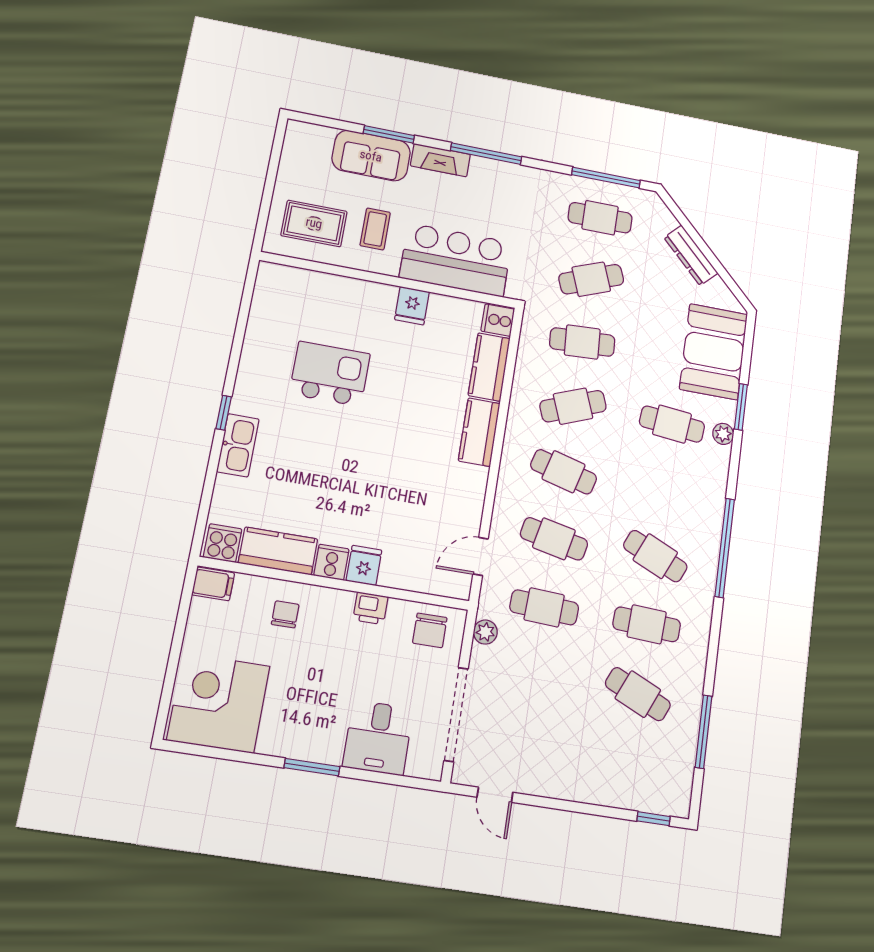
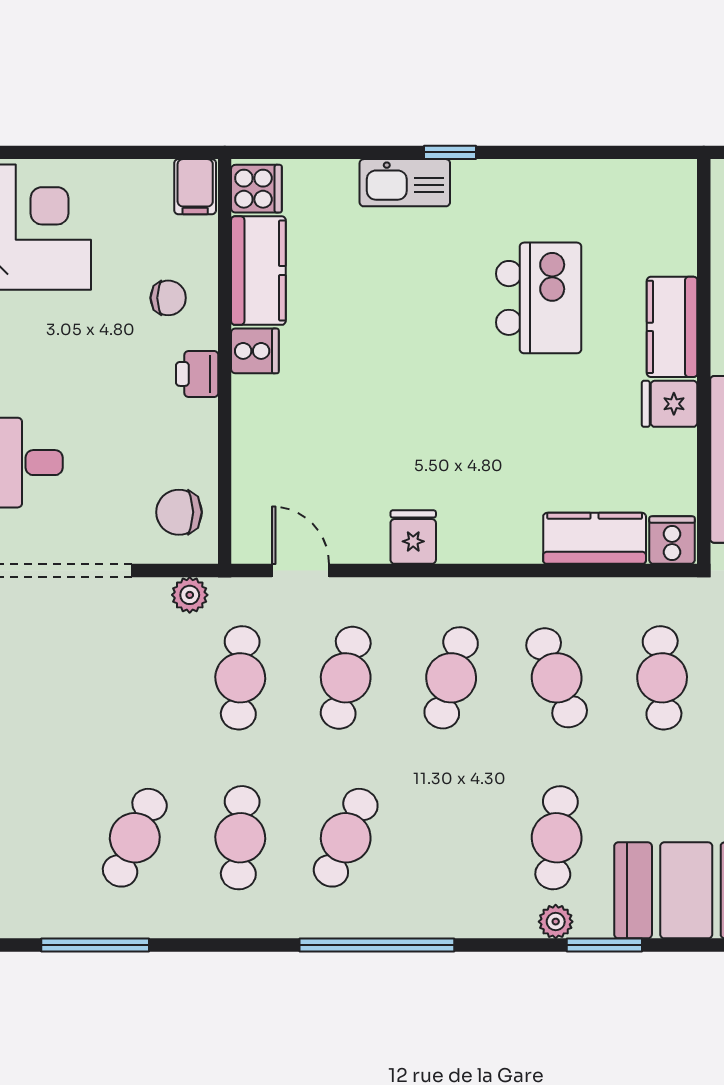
kitchen counter: (479, 432) -> (672, 327), moved, turned -90
fridge: (364, 565) -> (413, 537), moved, turned -90
printer: (370, 608) -> (197, 374), moved

